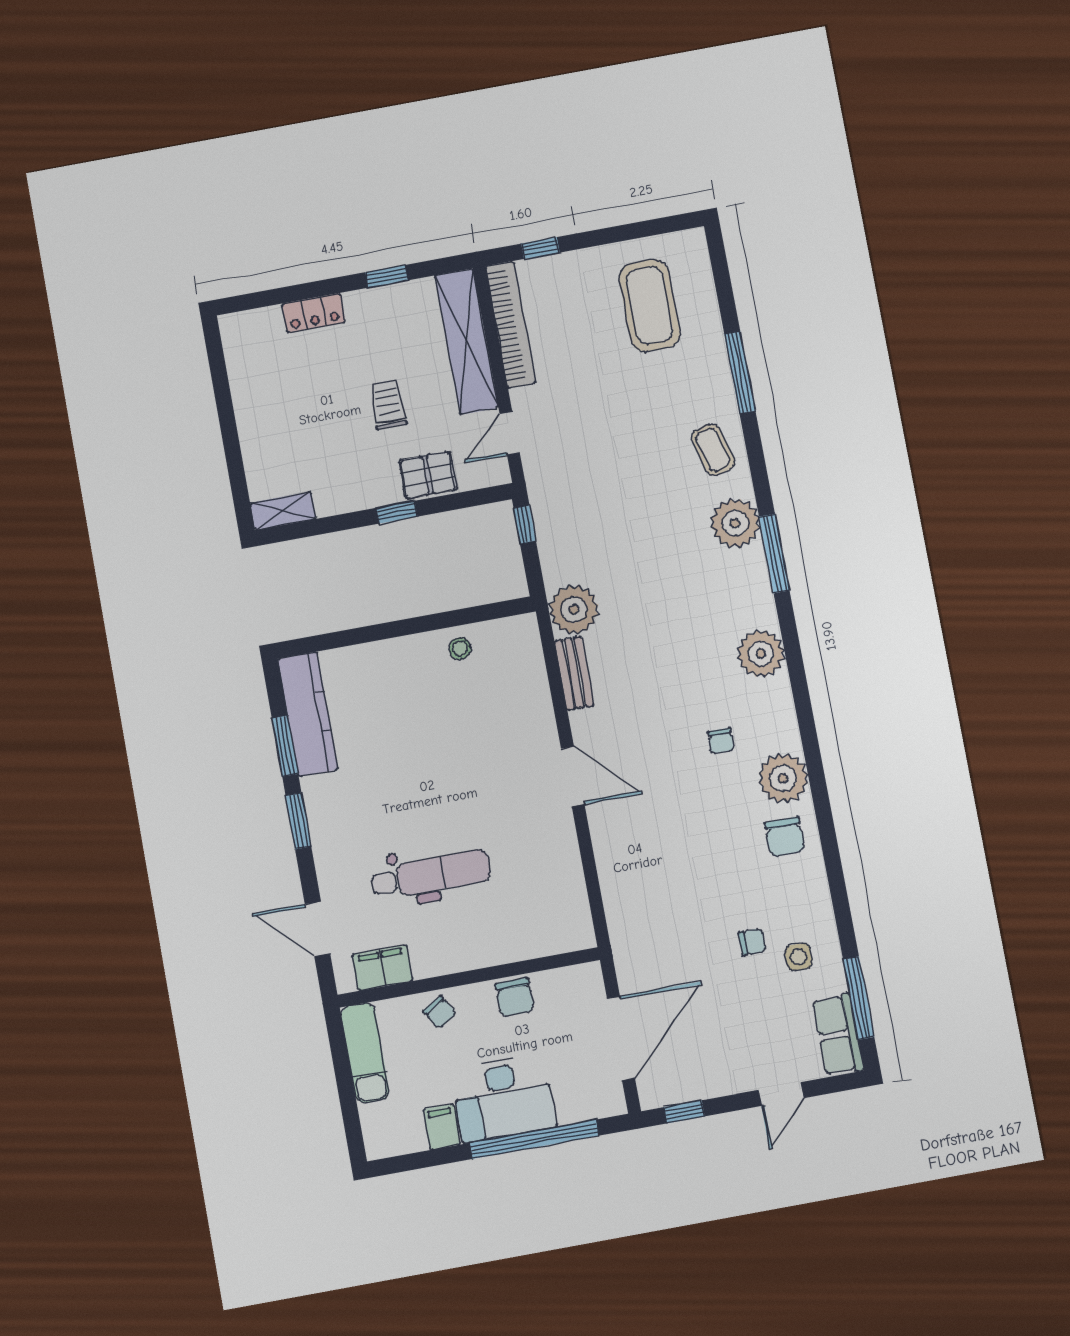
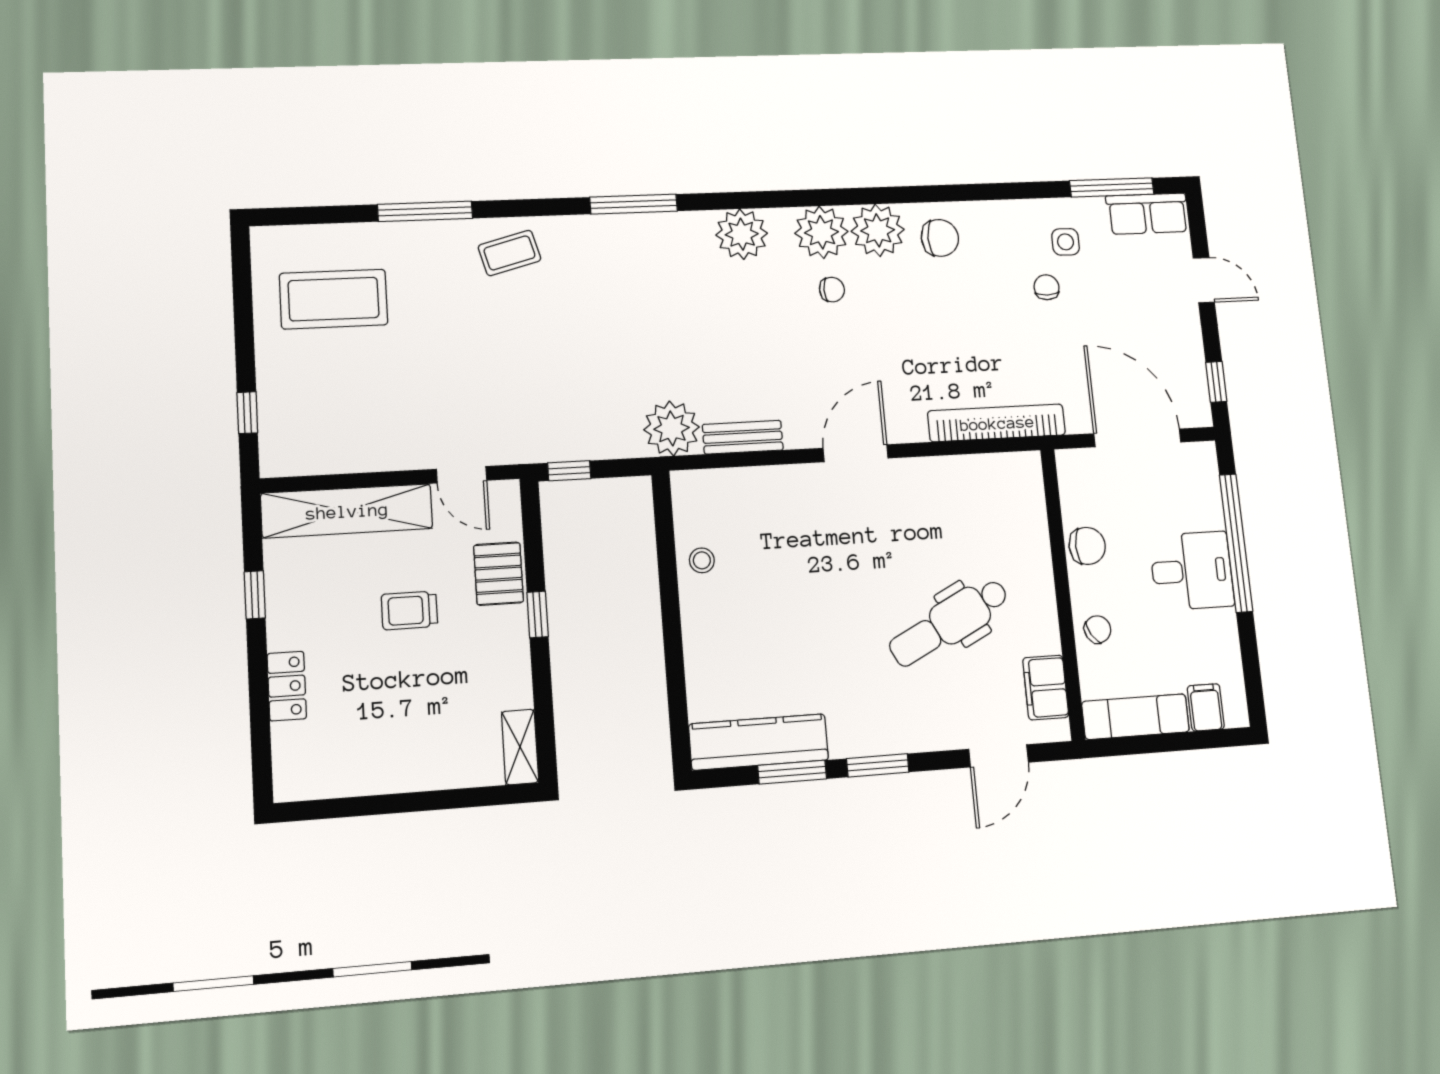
bookcase: (511, 325) -> (997, 423), moved
plant: (735, 523) -> (821, 232), moved
dental chair: (431, 875) -> (949, 622), turned -117
desk: (503, 1098) -> (1192, 571), width x0.73
filing cabinet: (442, 1127) -> (1206, 707), moved, turned 90

